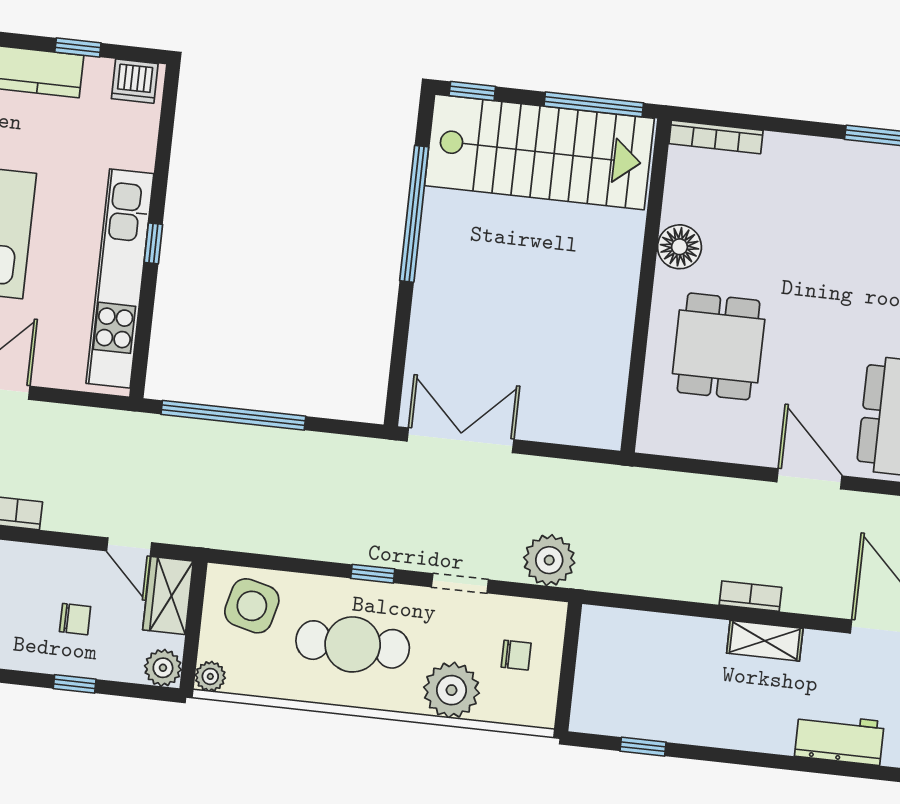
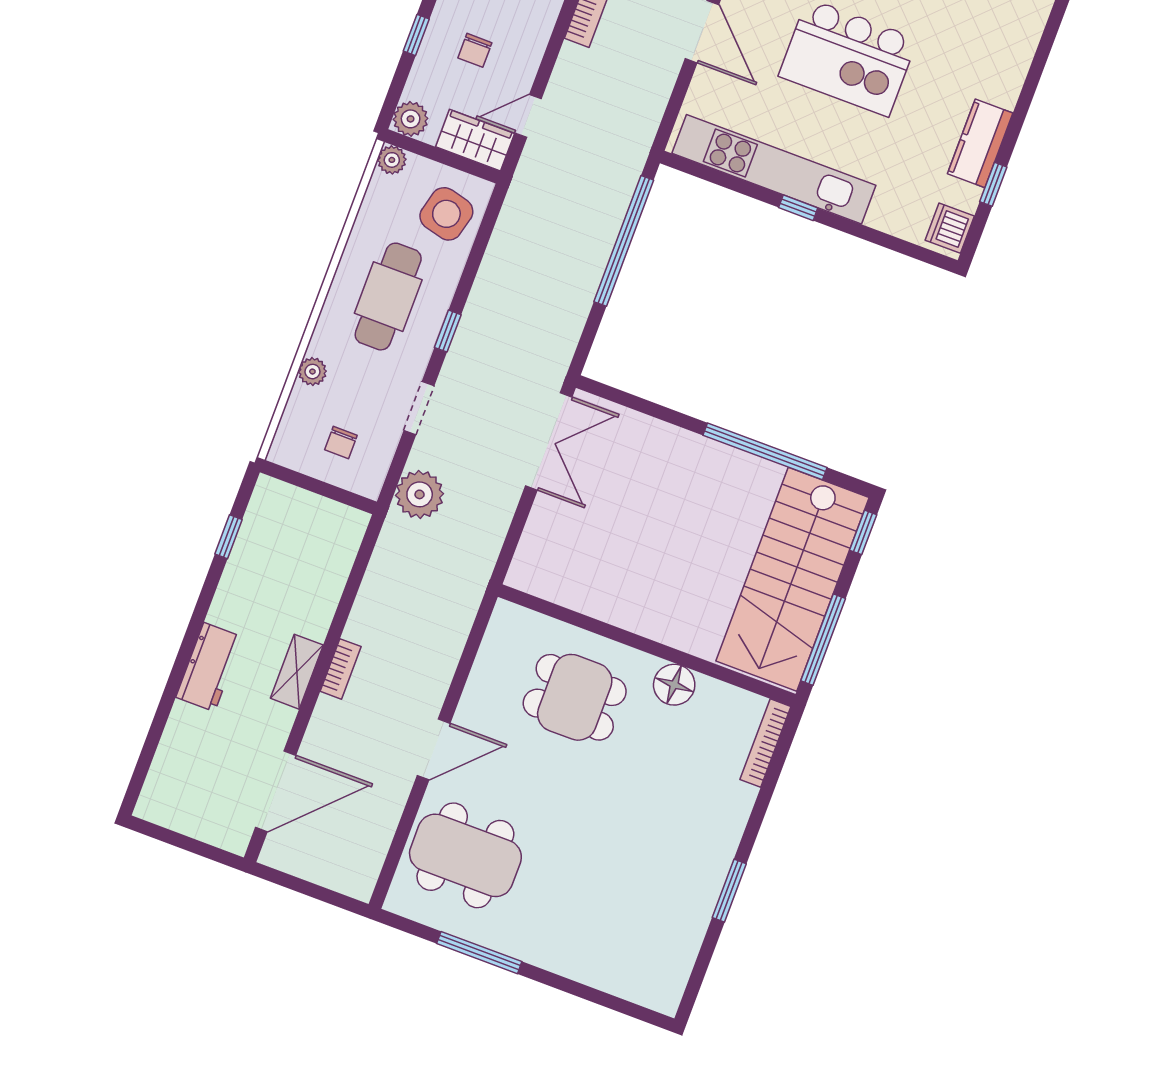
plant: (451, 690) -> (312, 372), width x0.53, depth x0.53
workbench: (839, 739) -> (209, 667), moved

